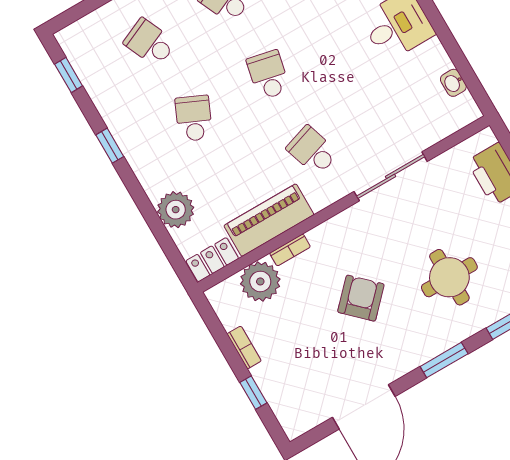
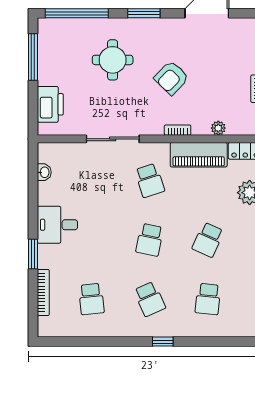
school desk: (150, 43) -> (208, 299), turned 30
bookcase: (290, 250) -> (178, 130), moved
plant: (260, 281) -> (218, 128), width x0.53, depth x0.53

